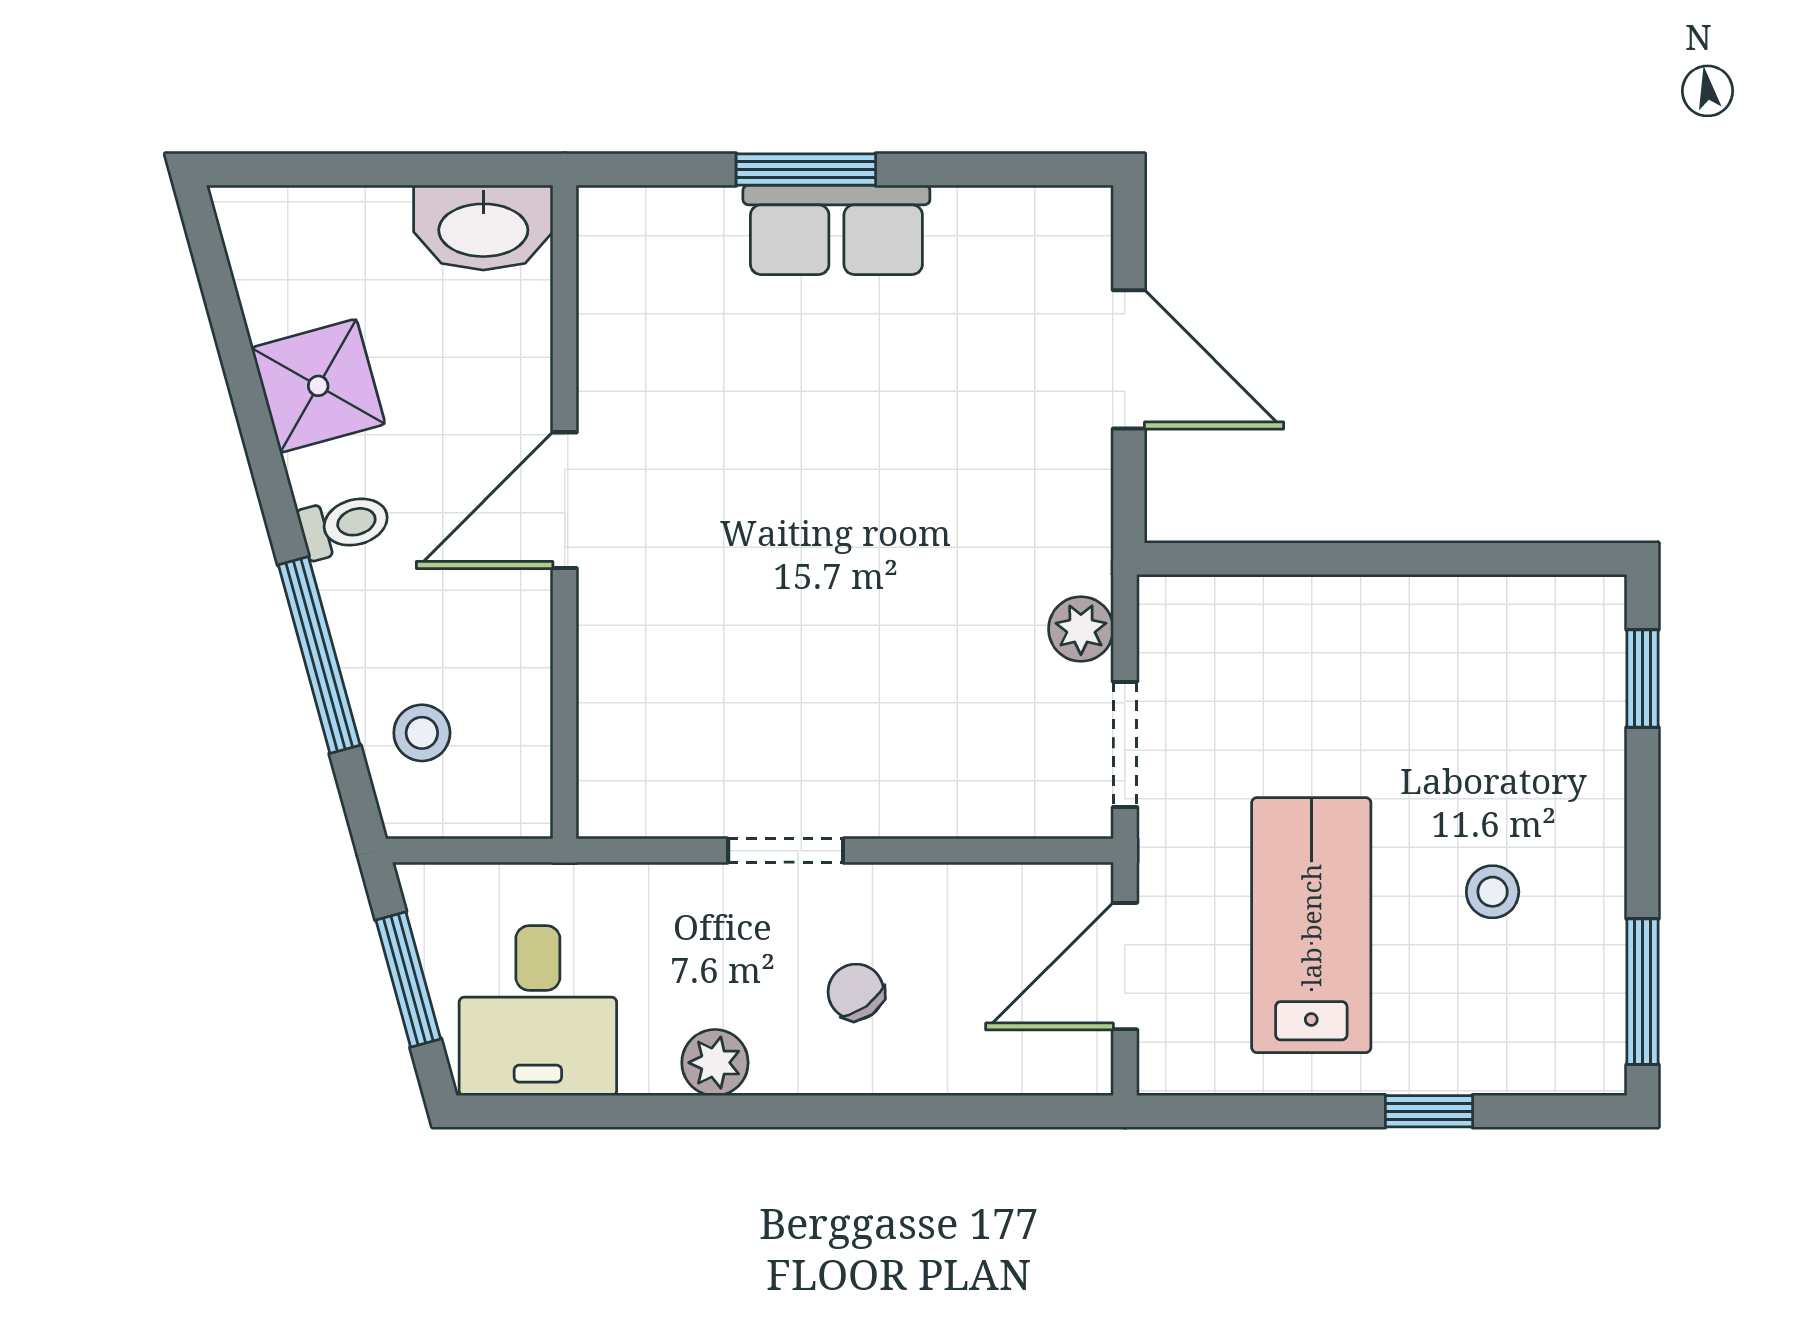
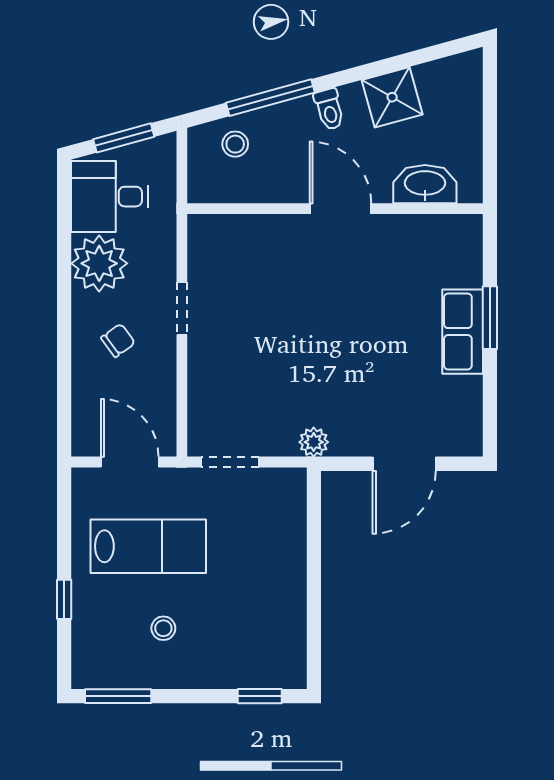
washbasin: (483, 228) -> (425, 184), moved, turned 90
plant: (1081, 629) -> (314, 442), moved
plant: (715, 1063) -> (99, 263), width x1.87, depth x1.87

